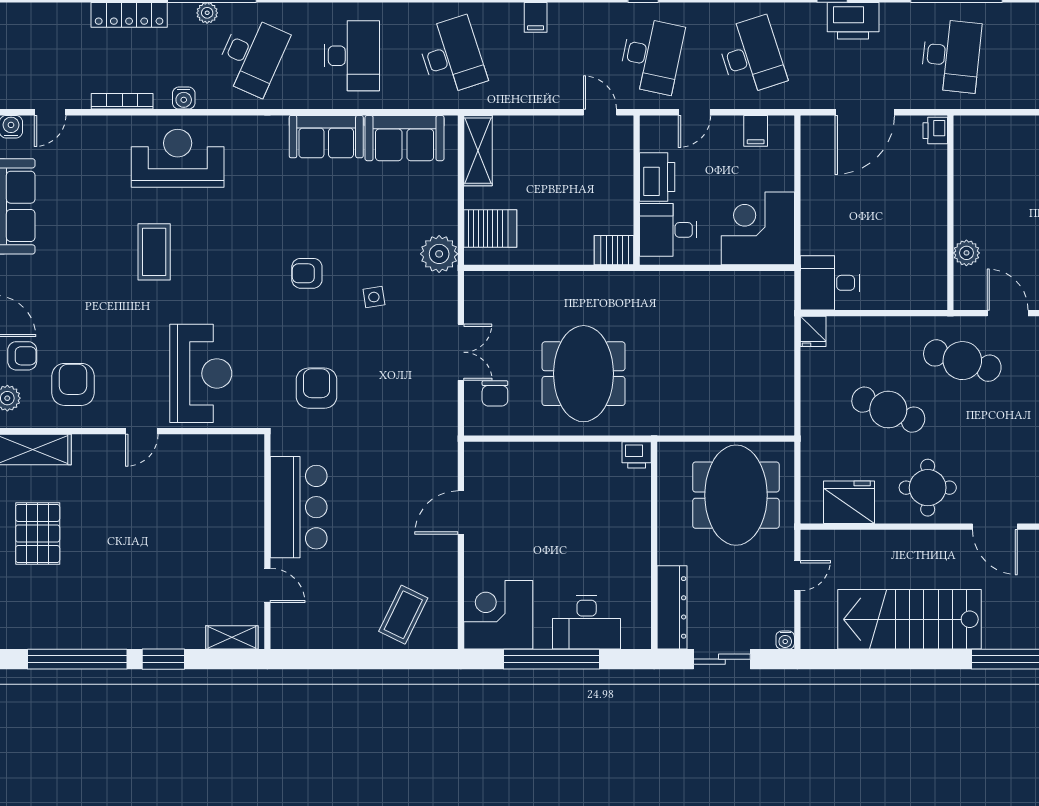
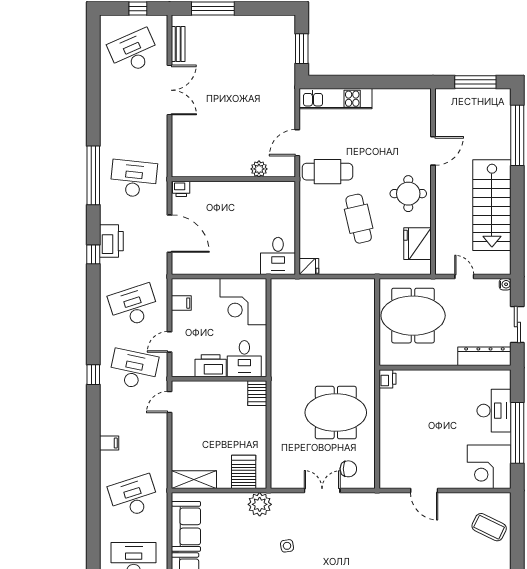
door: (694, 112) -> (170, 342), swing flipped
cafe table: (962, 361) -> (327, 172), turned 74
cafe table: (888, 410) -> (359, 219), turned -35

